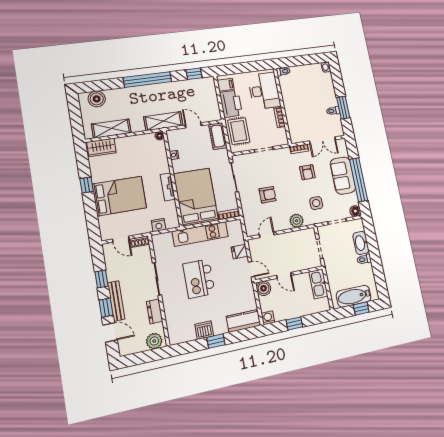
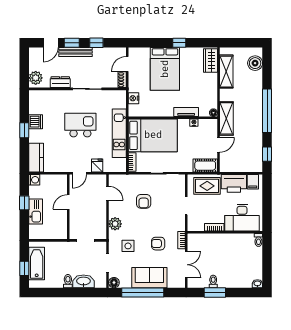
double door: (322, 140) -> (186, 265), swing flipped
tv unit: (168, 187) -> (186, 112), moved
kitchen sink: (319, 284) -> (36, 212), moved, turned 90
boiler: (264, 288) -> (61, 181), removed

